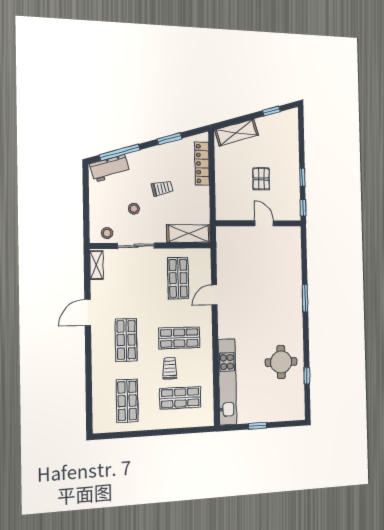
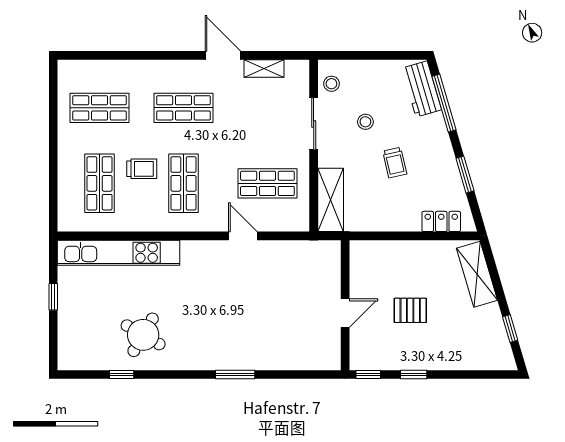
locker: (202, 164) -> (441, 221), width x0.66
shelving: (97, 265) -> (264, 68), moved
round table: (281, 362) -> (143, 335), turned 30

